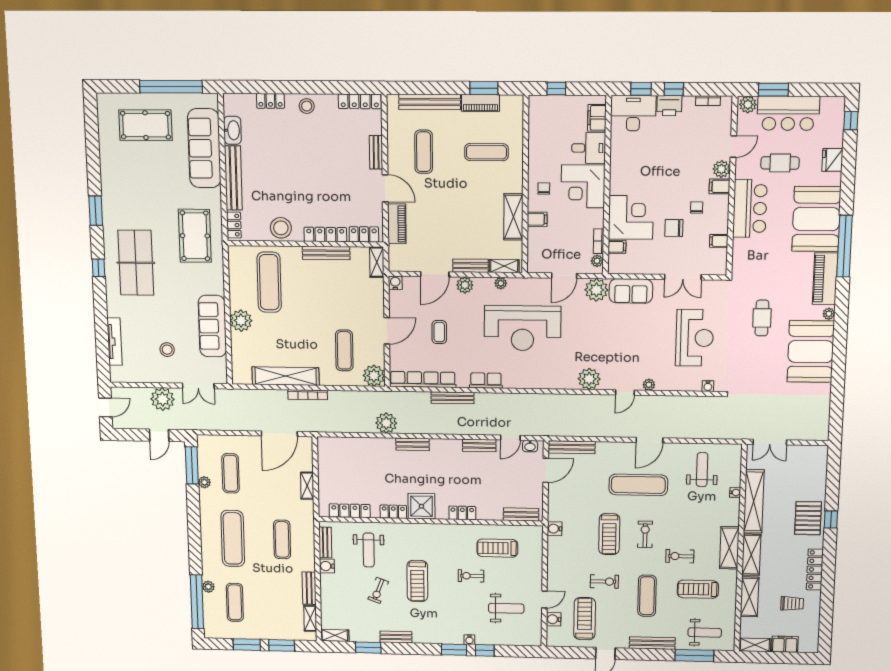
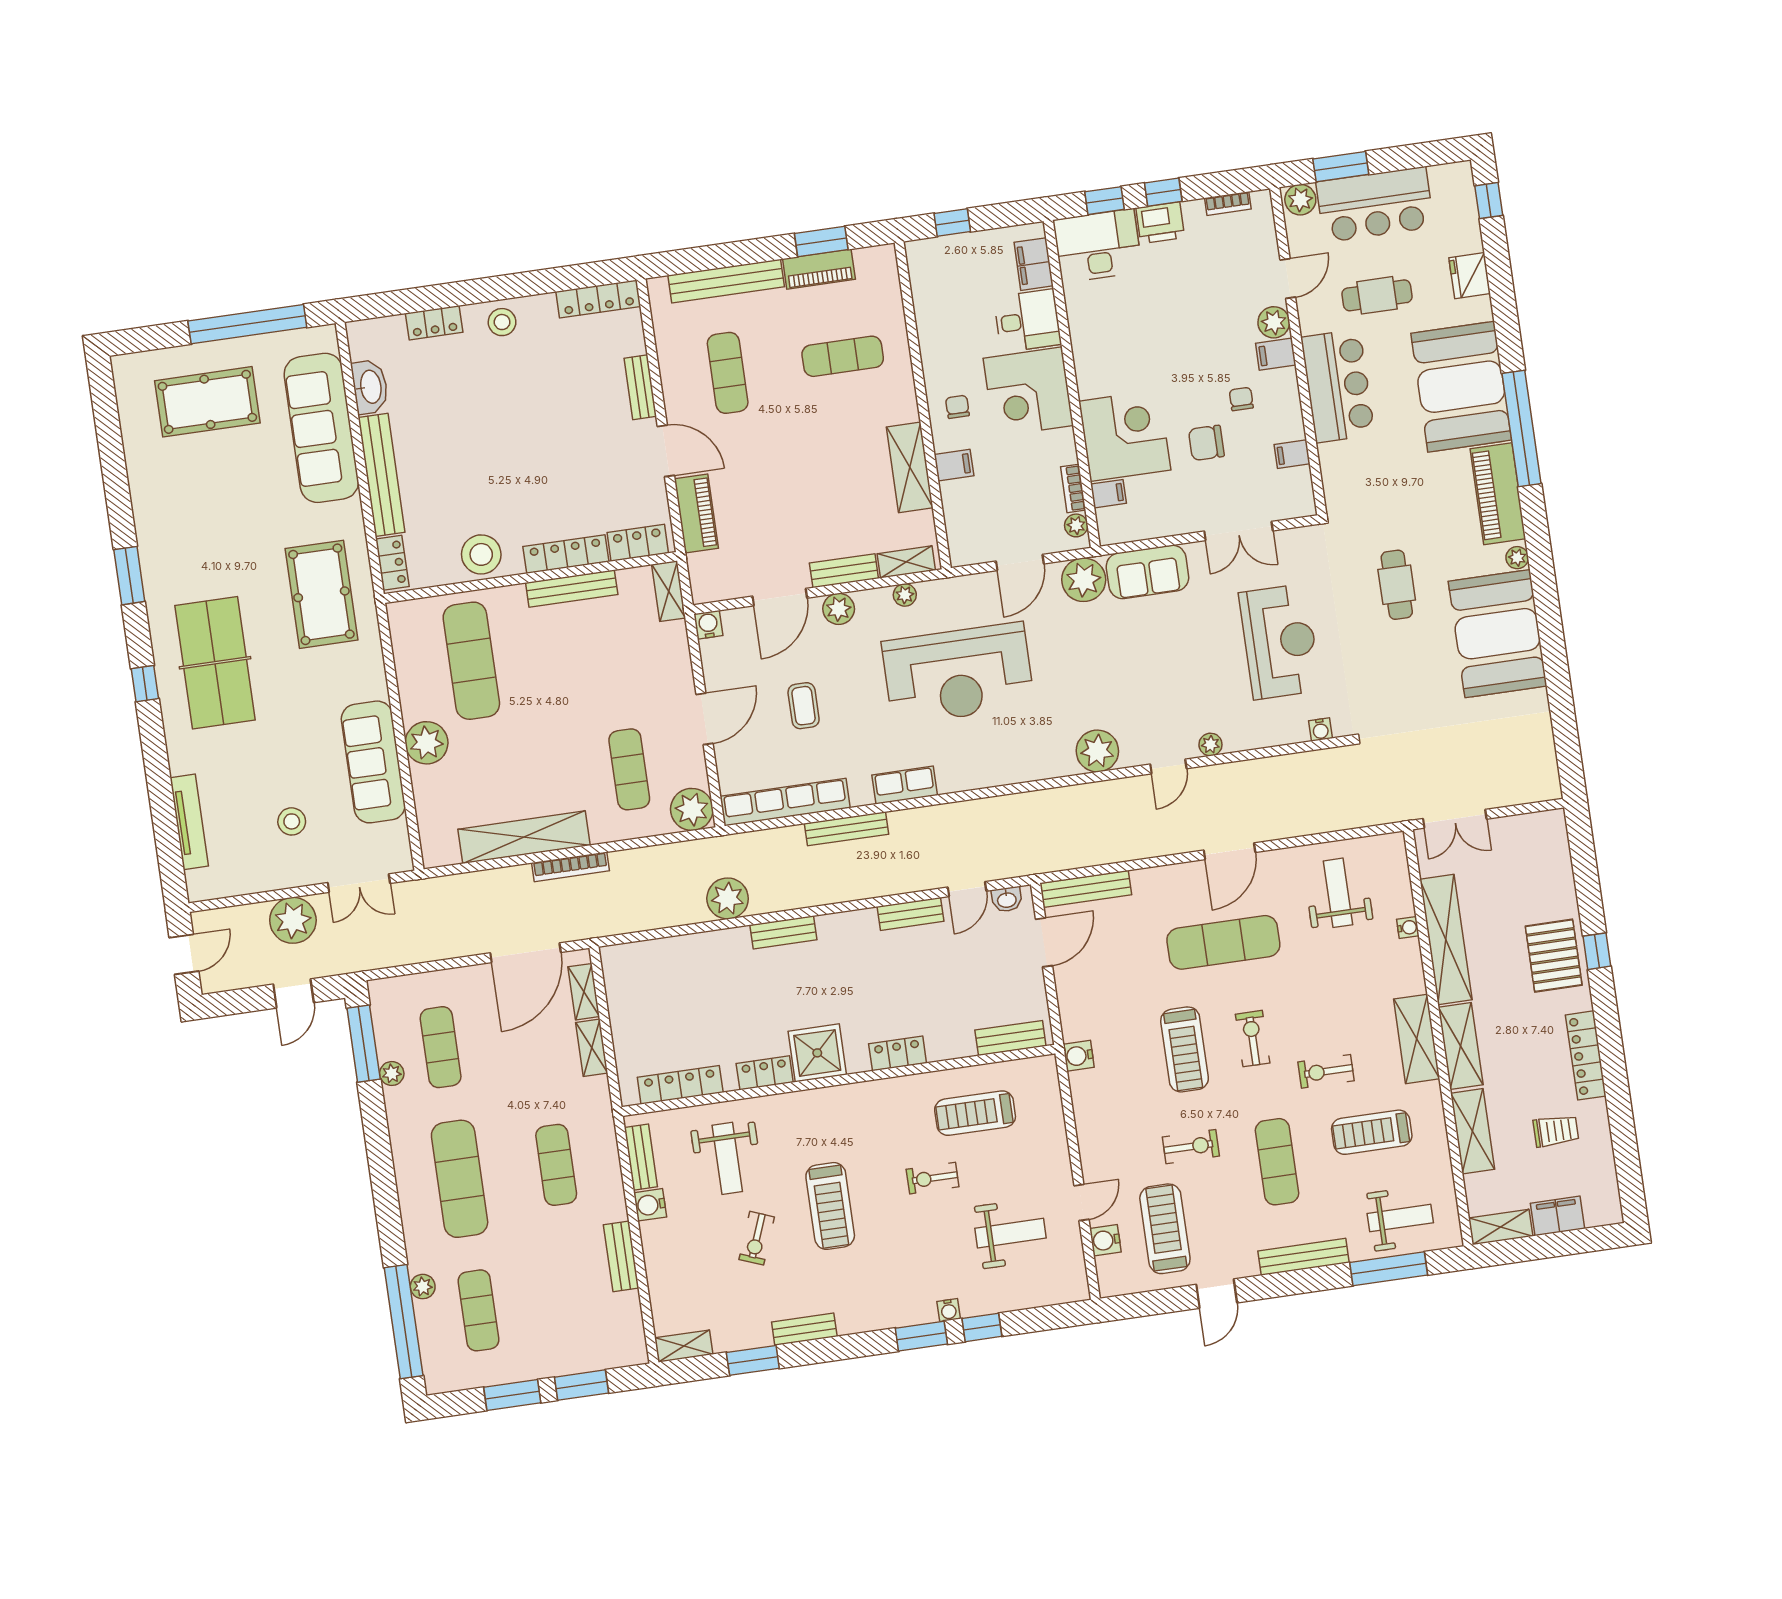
shelving: (310, 618) -> (584, 992), moved

